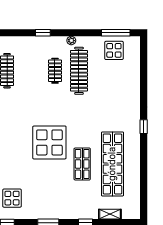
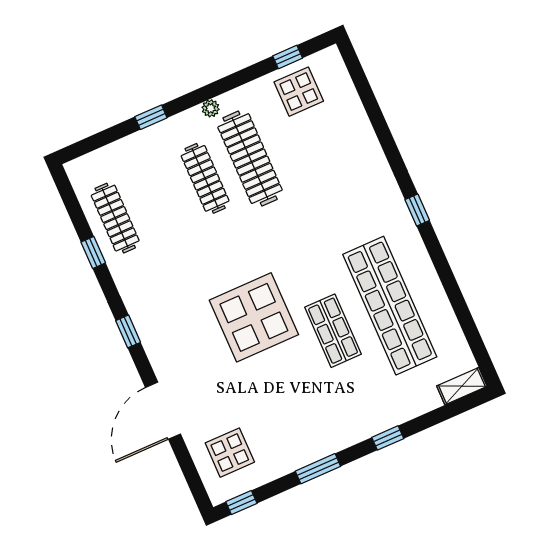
window: (116, 33) -> (288, 57), width x0.46
clothes rail: (55, 71) -> (205, 178), width x1.36
shelving: (110, 214) -> (462, 386), moved

